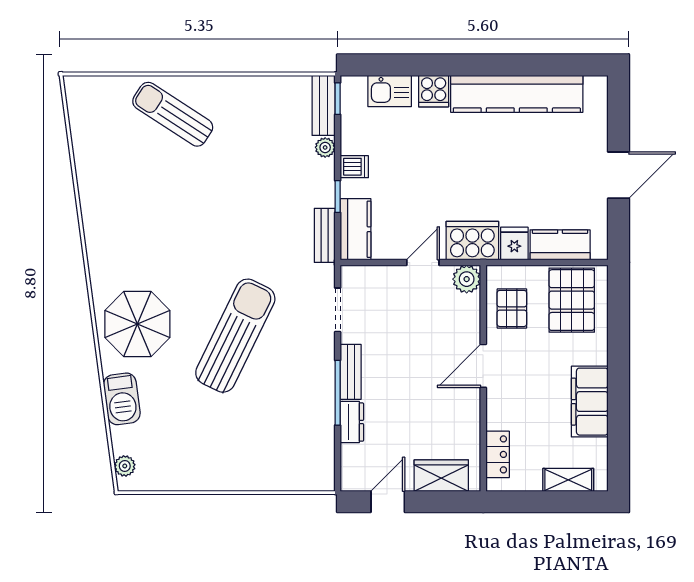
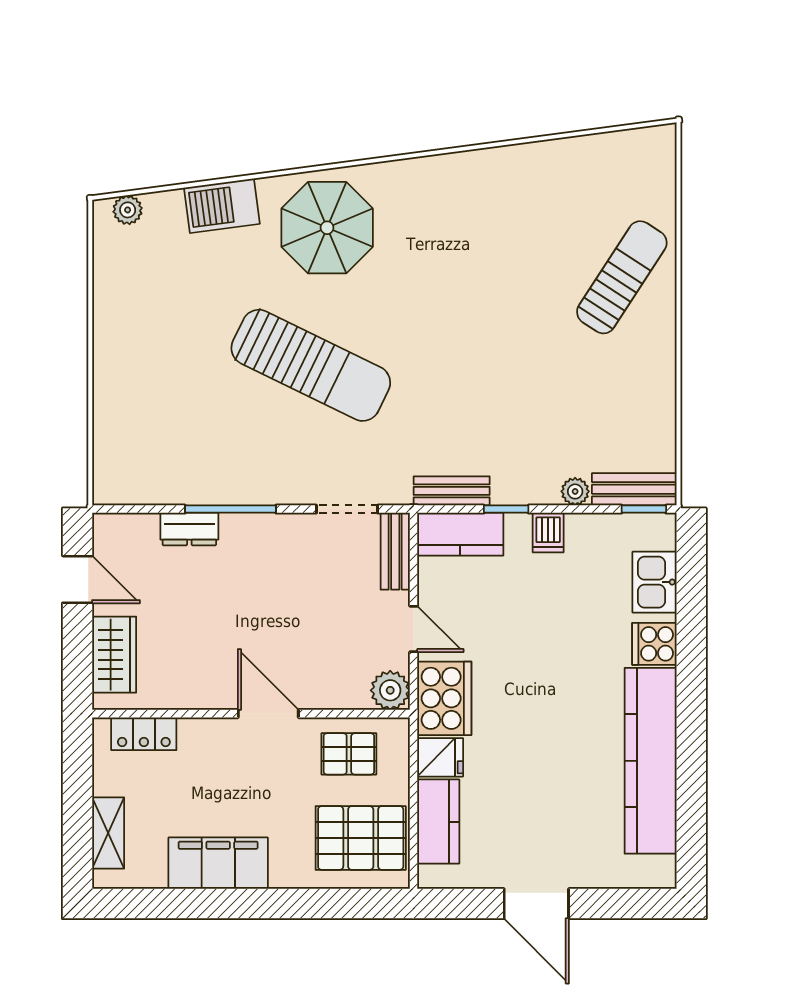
bench: (351, 372) -> (395, 551), moved, turned 90

